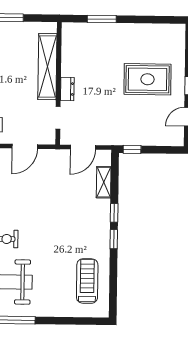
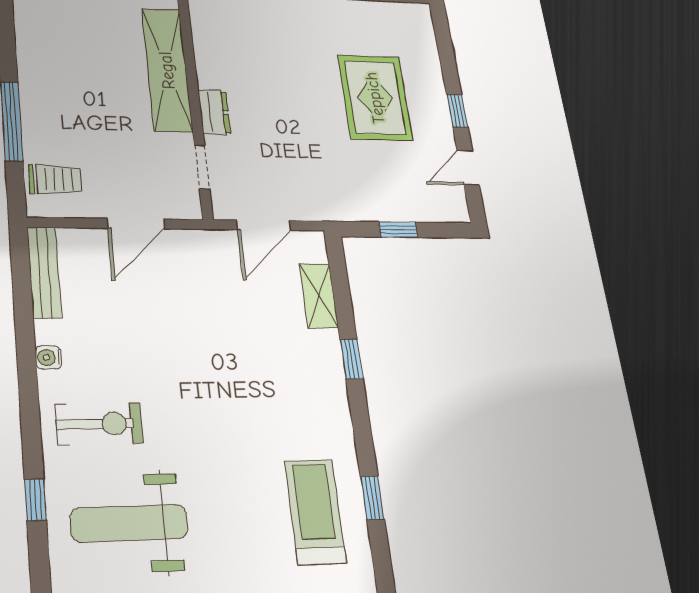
rug: (147, 79) -> (375, 98), turned 90
window: (132, 149) -> (398, 230), moved
window: (114, 239) -> (372, 498), moved

